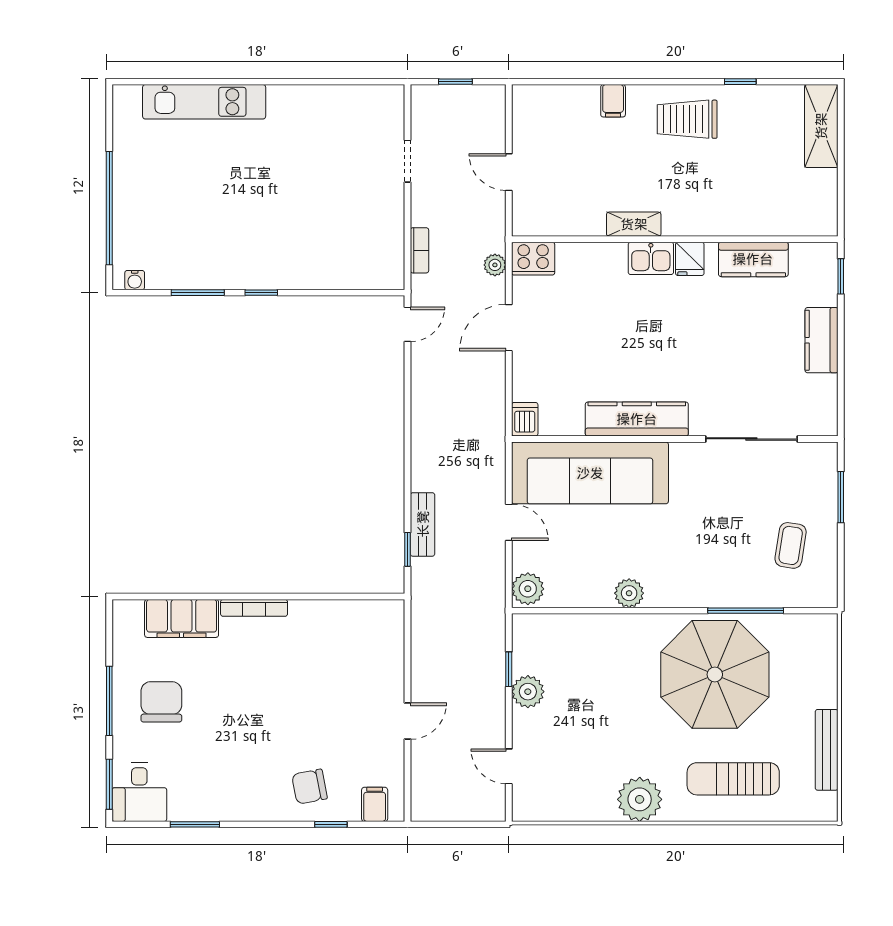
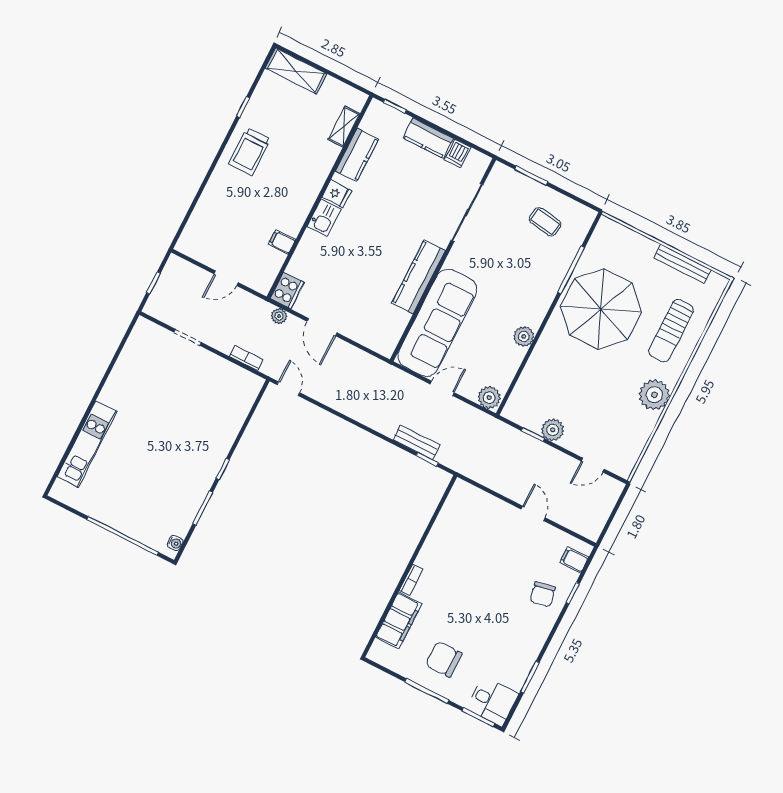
filing cabinet: (613, 101) -> (282, 242), moved, turned 180
shelving: (634, 224) -> (344, 127), moved
dishwasher: (525, 419) -> (458, 154), moved, turned -90
bookcase: (254, 608) -> (411, 580), width x0.64

